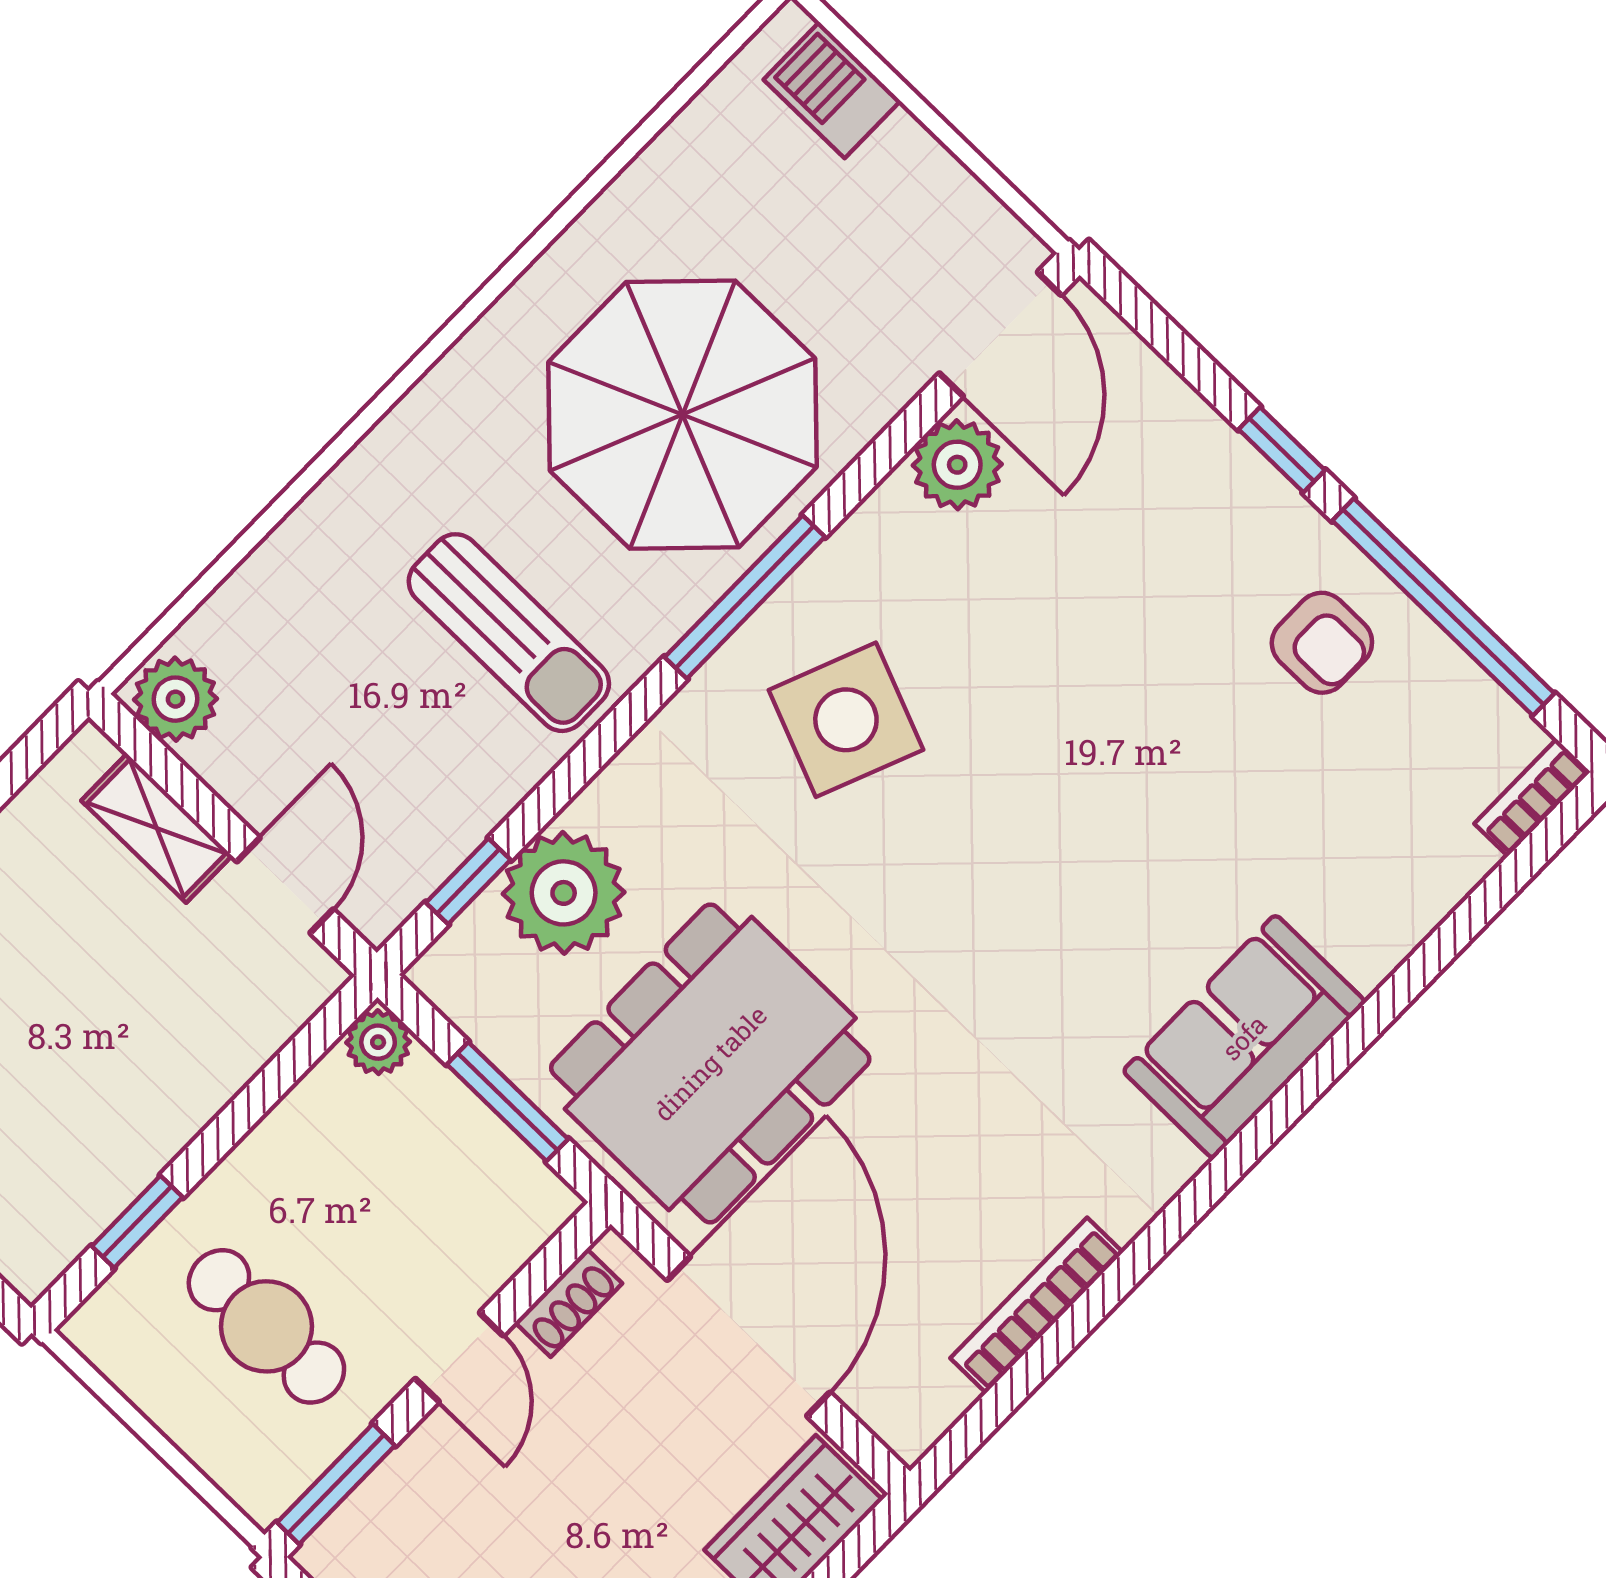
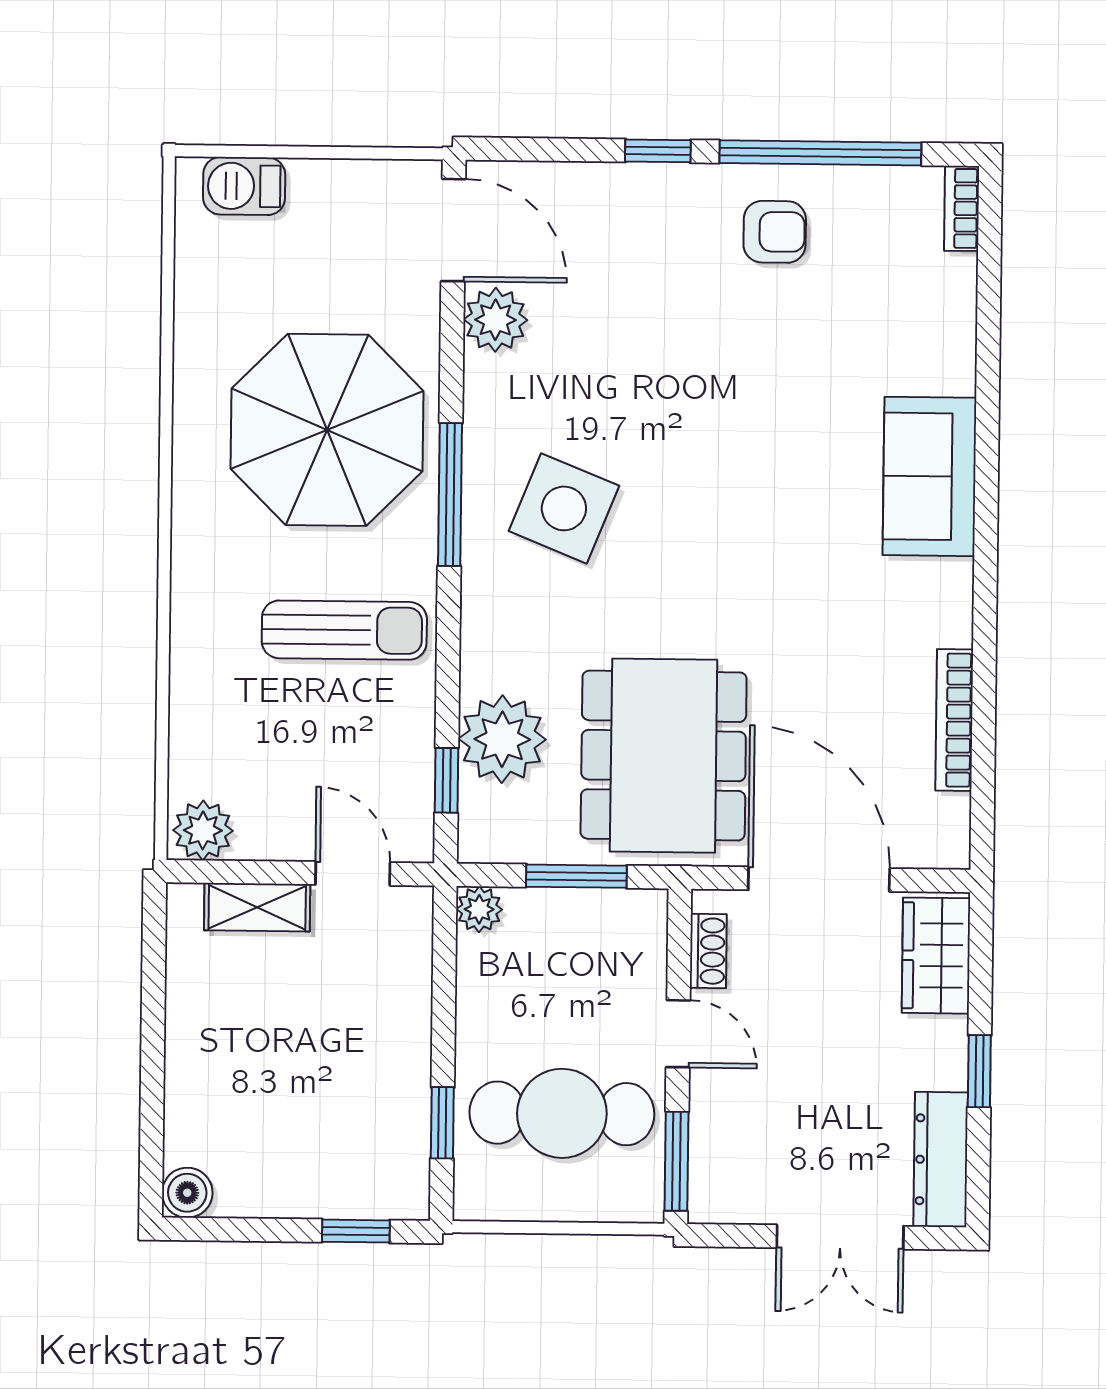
cafe table: (266, 1326) -> (562, 1113), width x1.37, depth x1.35

